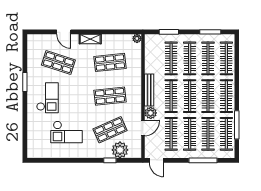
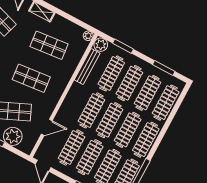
bench: (149, 90) -> (87, 66), moved
plant: (151, 113) -> (101, 45), moved

